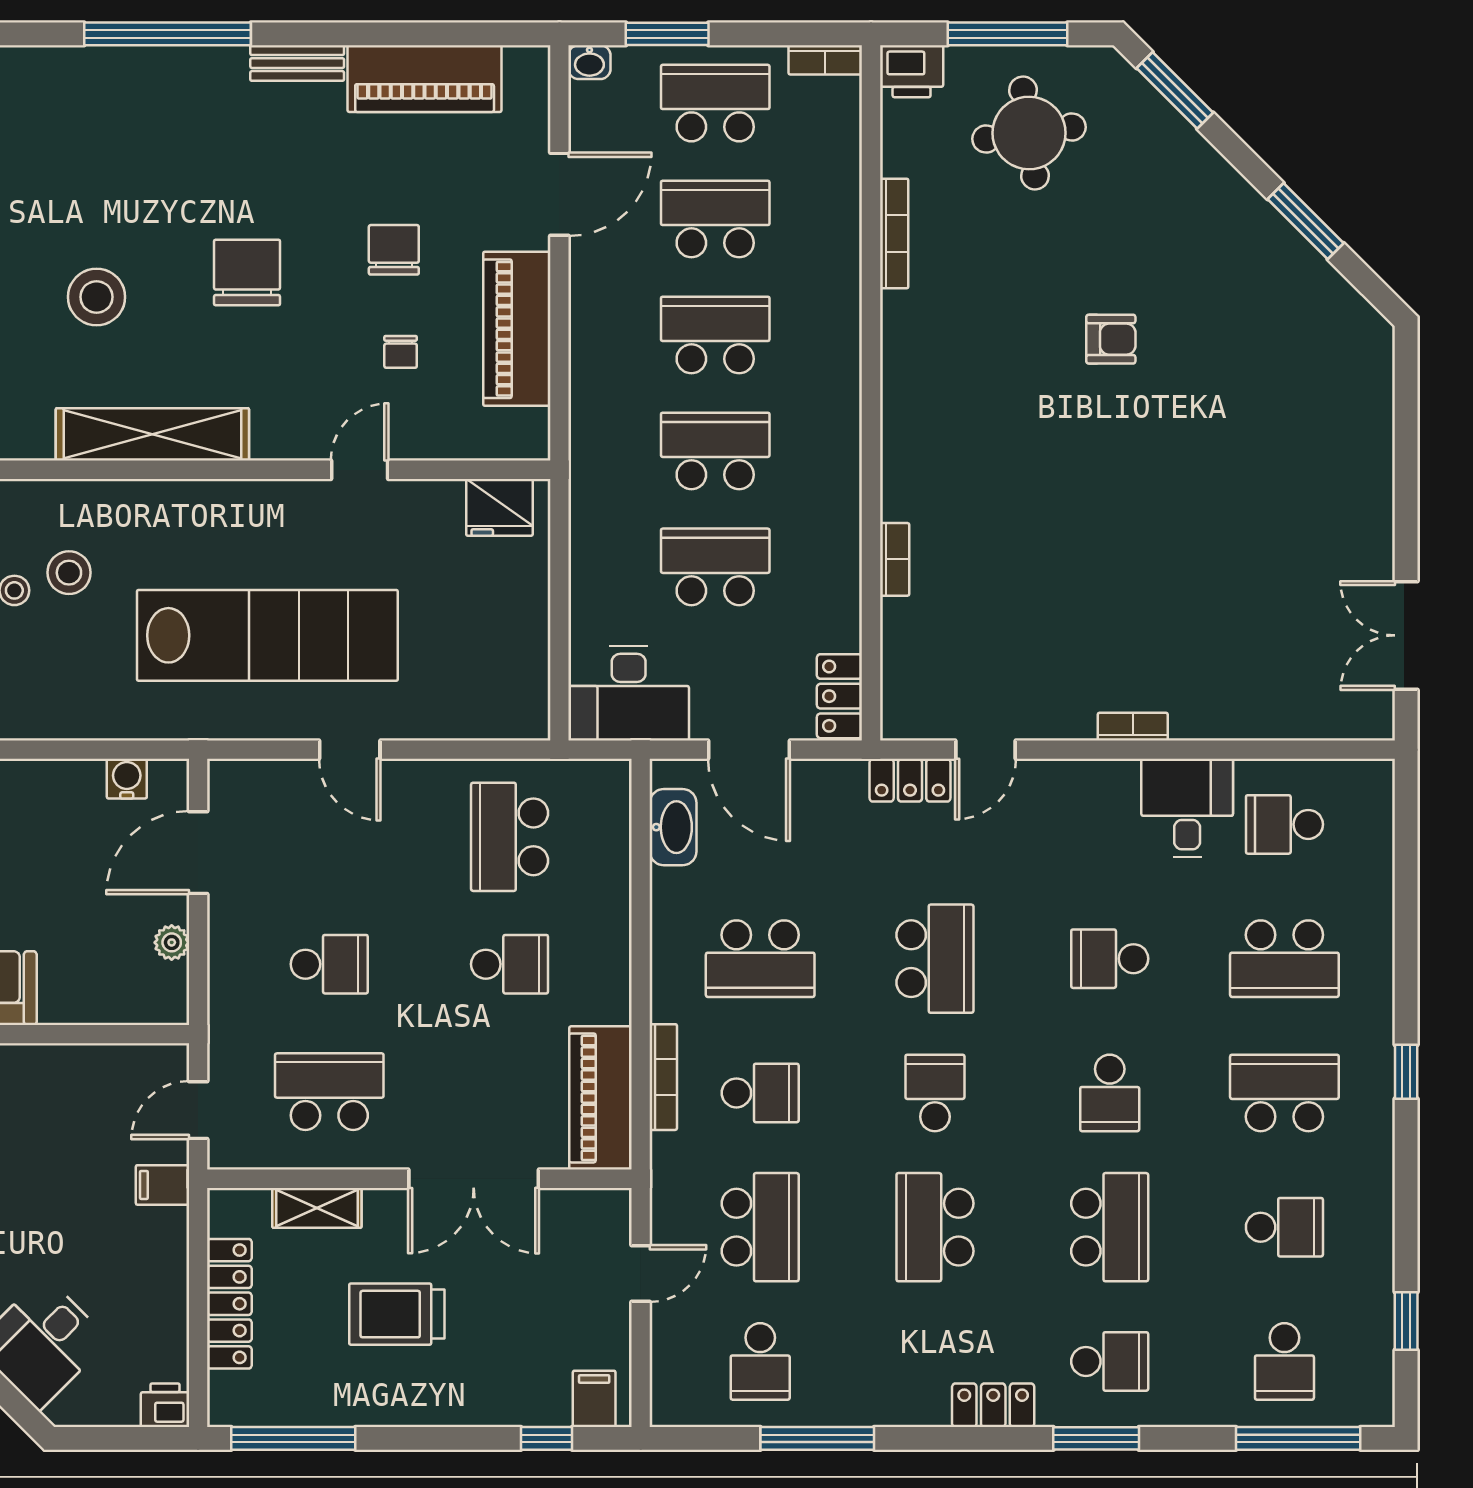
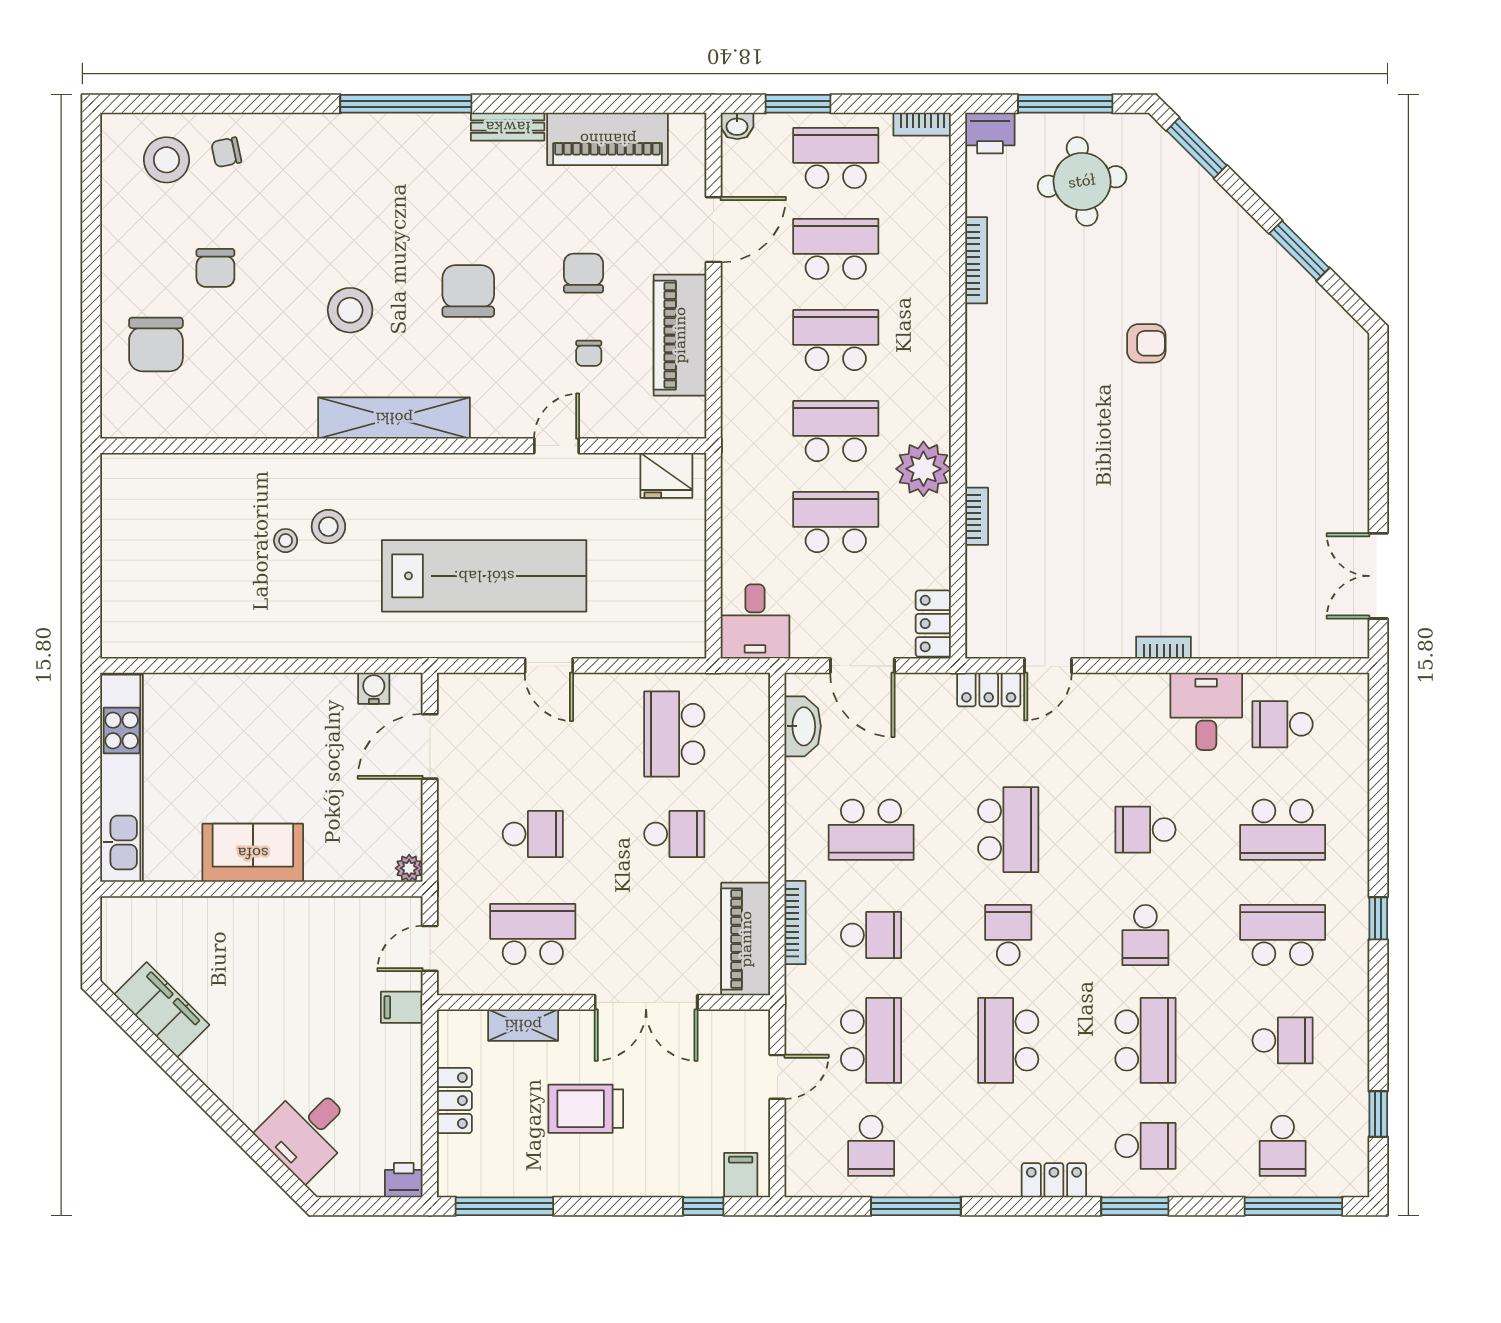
plant: (827, 499) -> (923, 469), added
desk: (629, 693) -> (755, 621), width x0.73
plant: (172, 942) -> (409, 868), moved
locker: (229, 1304) -> (454, 1101), width x0.66

